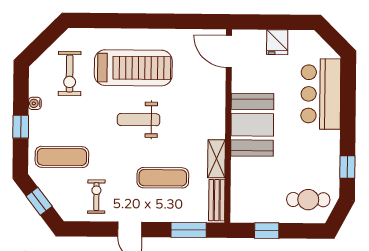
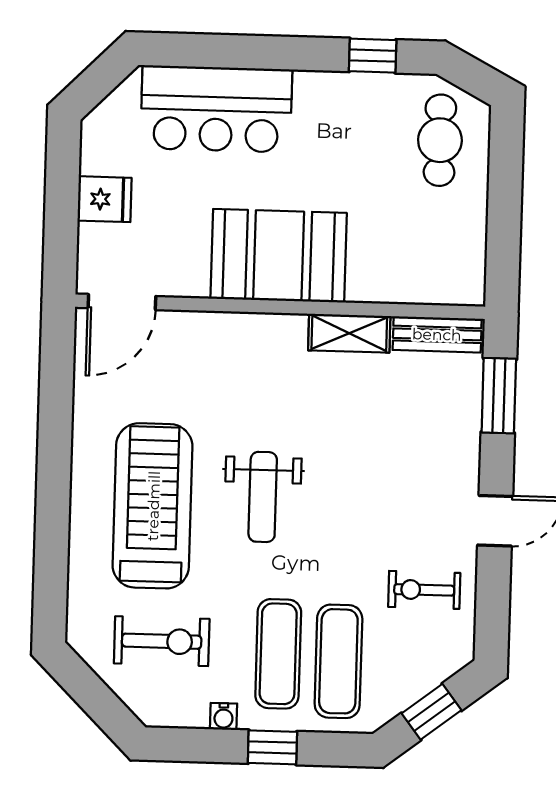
exercise mat: (163, 178) -> (278, 654), moved
window: (267, 231) -> (504, 230), removed

